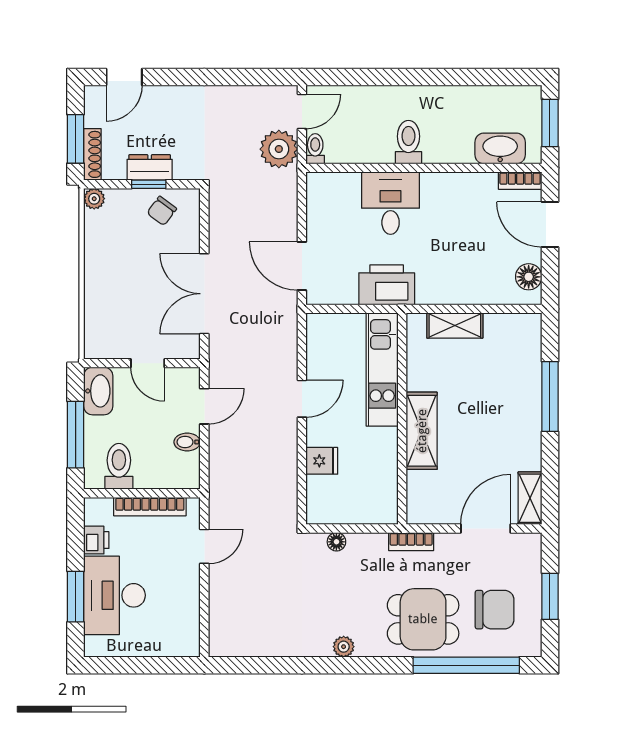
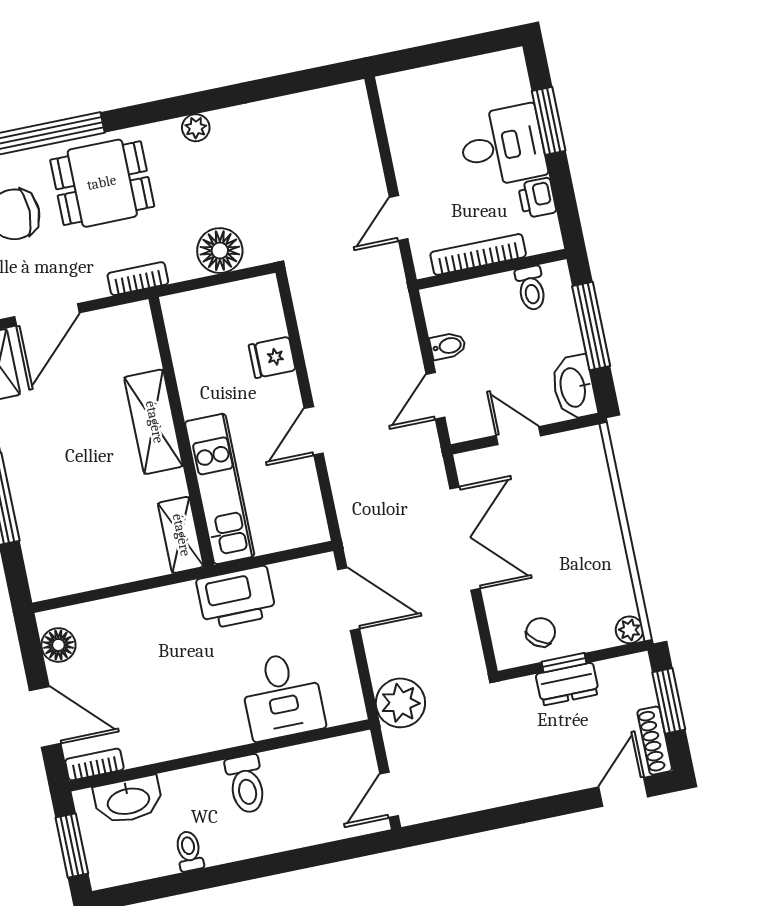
plant: (279, 149) -> (400, 703), moved
toilet: (315, 149) -> (189, 851), moved, turned 180
shoe rack: (92, 154) -> (655, 741), moved
desk: (391, 203) -> (282, 696), moved
shelving: (455, 326) -> (181, 535), moved, turned 90
toilet: (119, 466) -> (531, 288), width x0.73, depth x0.72
floor lamp: (336, 542) -> (220, 251), width x1.89, depth x1.89
desk: (114, 595) -> (502, 146), width x0.73

